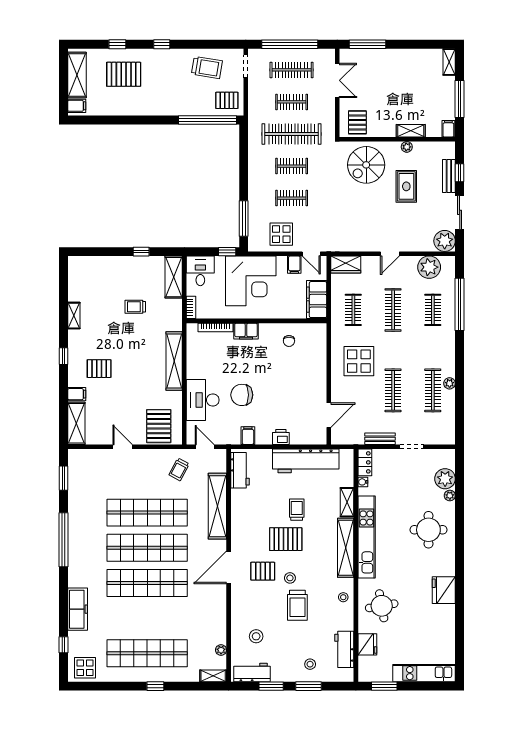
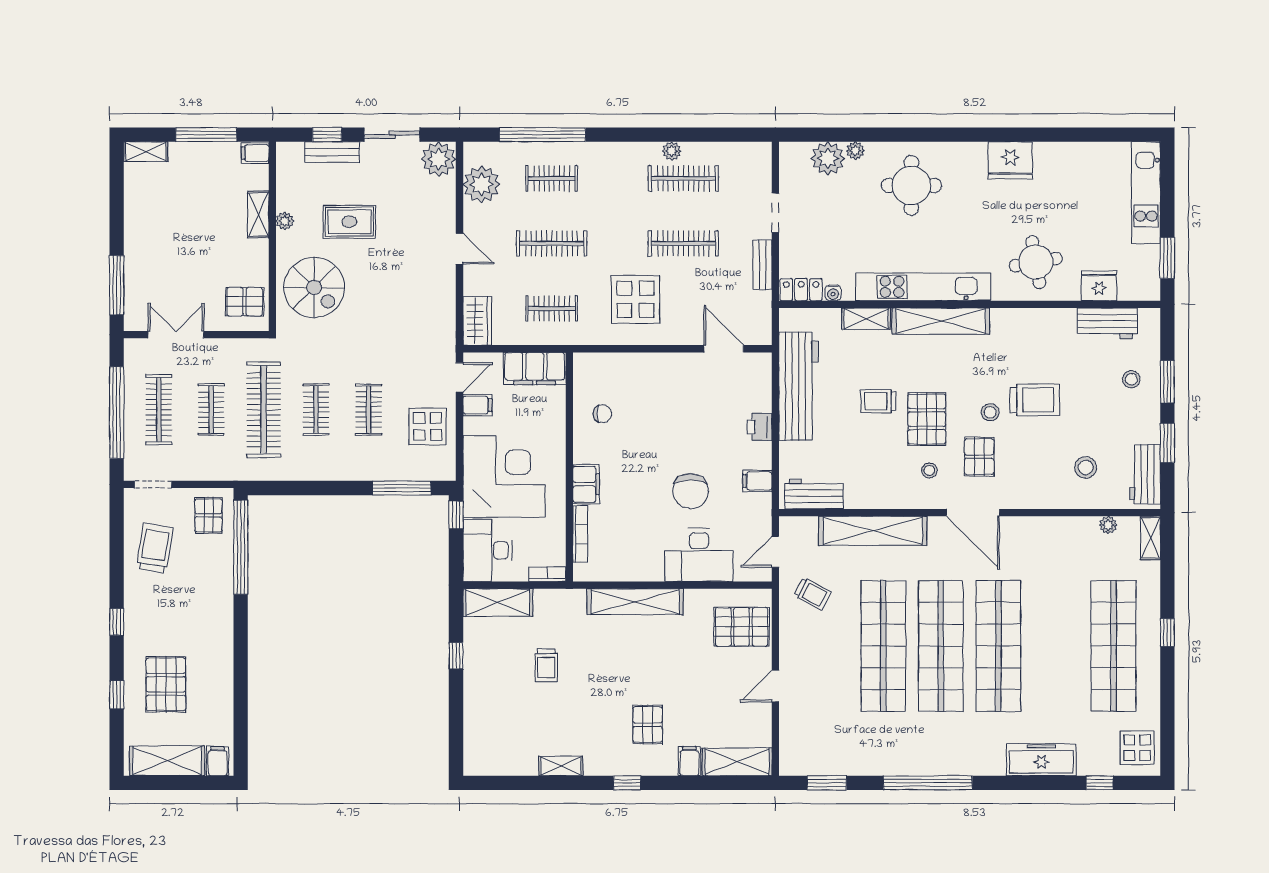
desk: (200, 271) -> (488, 550), width x1.37
stool: (343, 597) -> (929, 470), moved

